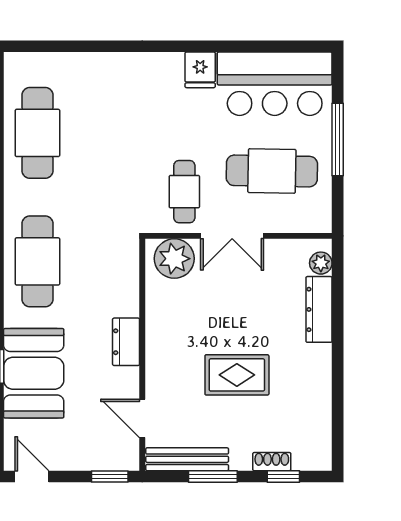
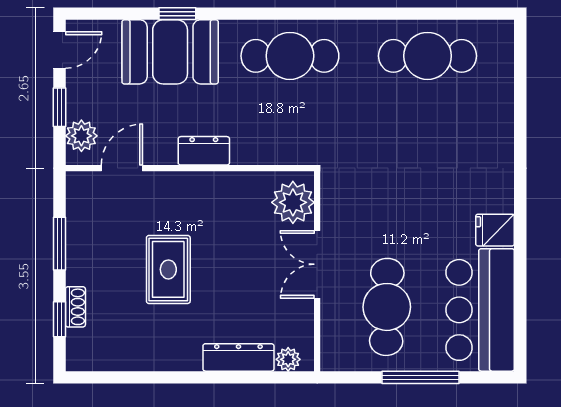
cafe table: (184, 192) -> (365, 213), removed
plant: (112, 456) -> (81, 136), added
bench: (187, 459) -> (78, 216), removed
window: (110, 476) -> (60, 107), moved

